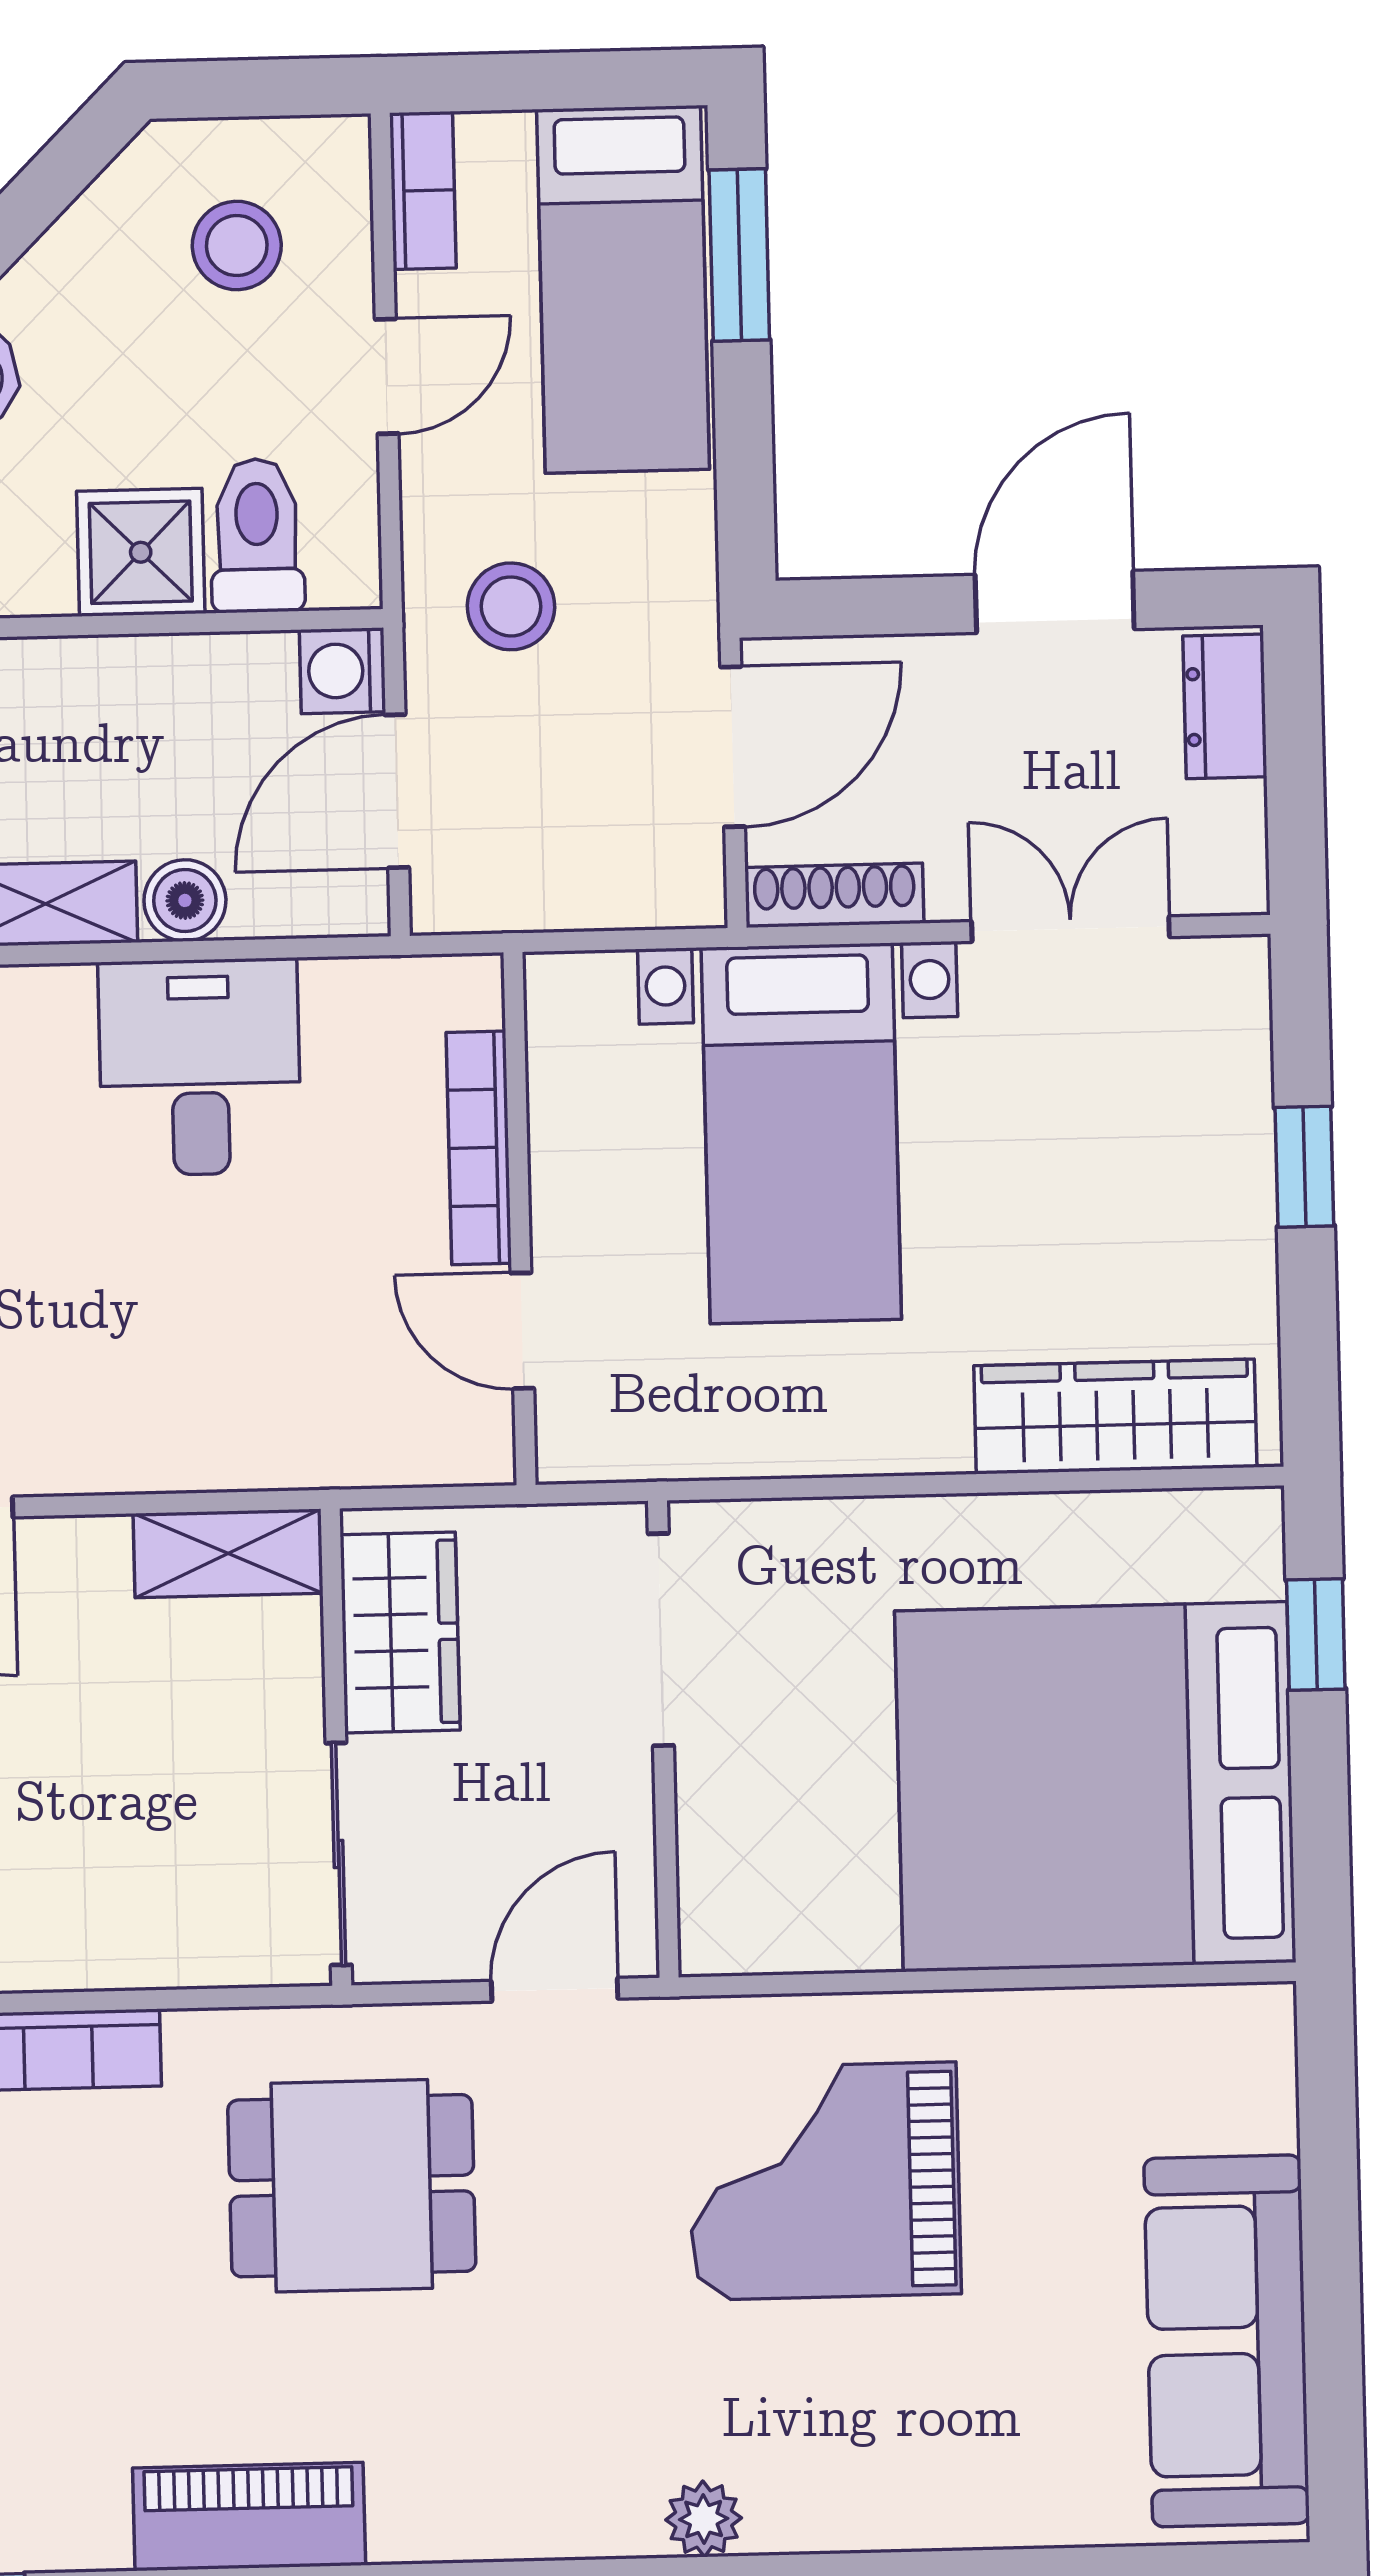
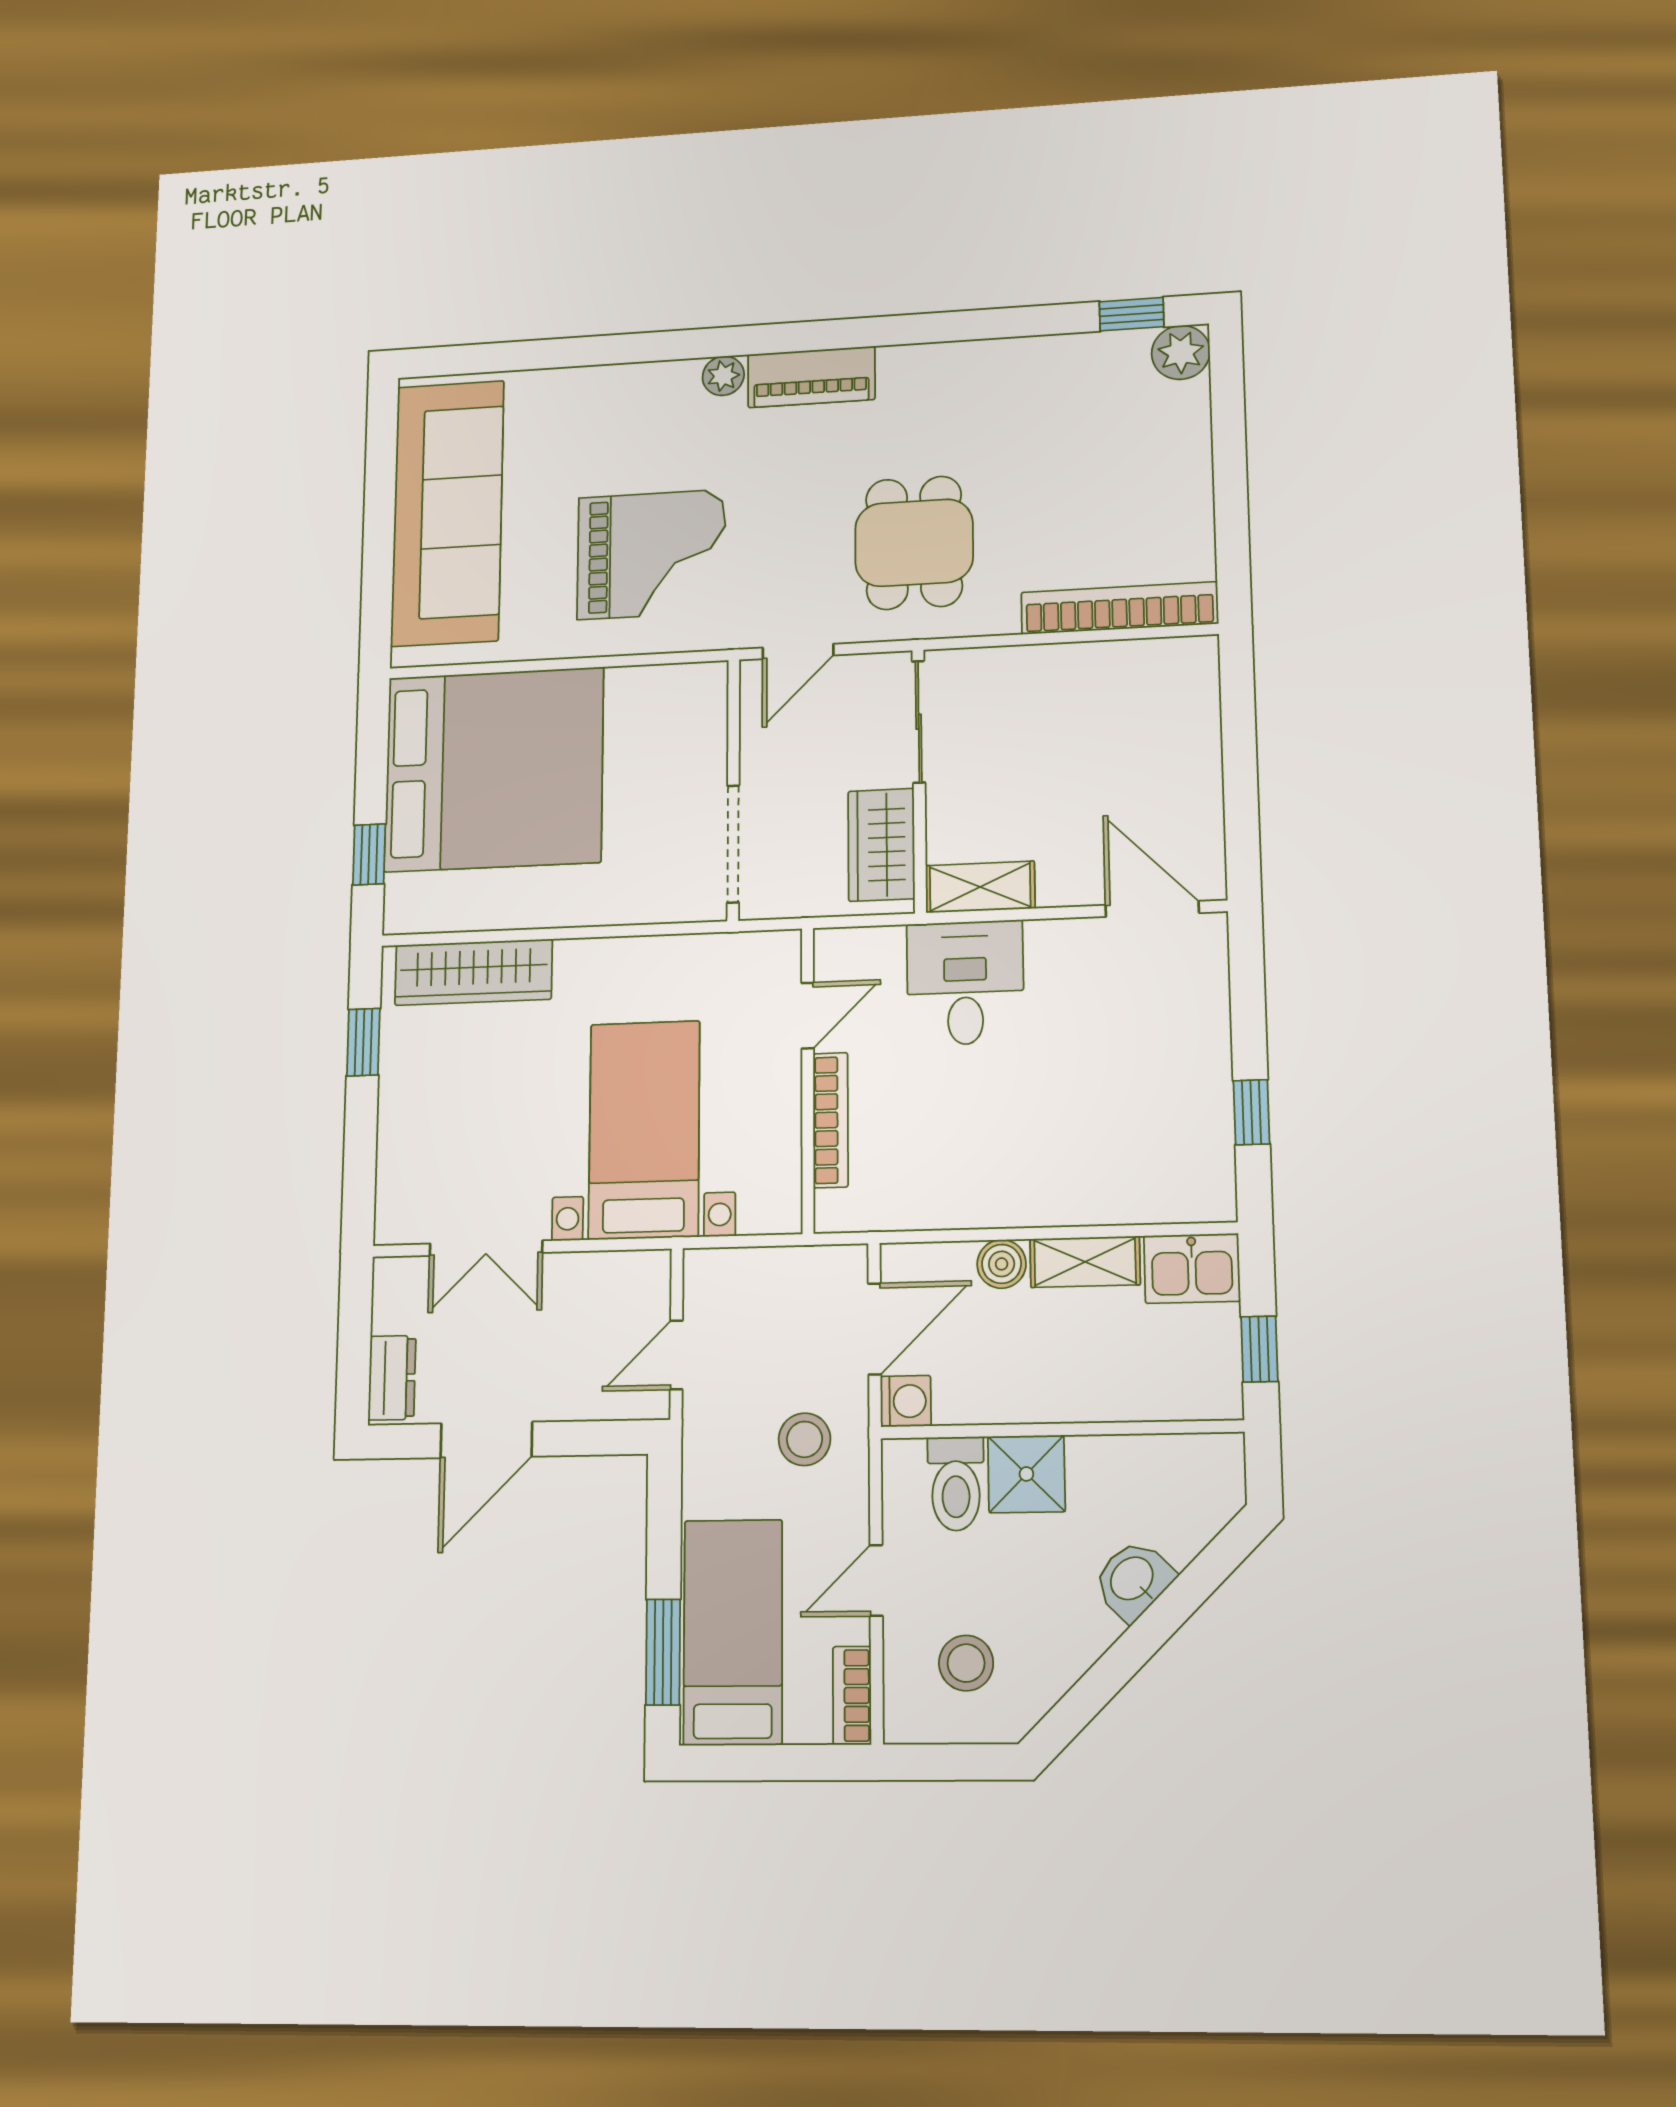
door: (733, 747) -> (676, 1355), width x0.73
shoe rack: (834, 895) -> (620, 1268), removed
desk: (200, 1067) -> (965, 983), moved, turned 180
window: (1304, 1167) -> (363, 1042), moved
door: (522, 1331) -> (808, 1016), hinge flipped
dining table: (352, 2186) -> (914, 543), turned 90
sofa: (1227, 2341) -> (448, 513), width x1.36, depth x1.27
piano: (249, 2517) -> (811, 377), moved

